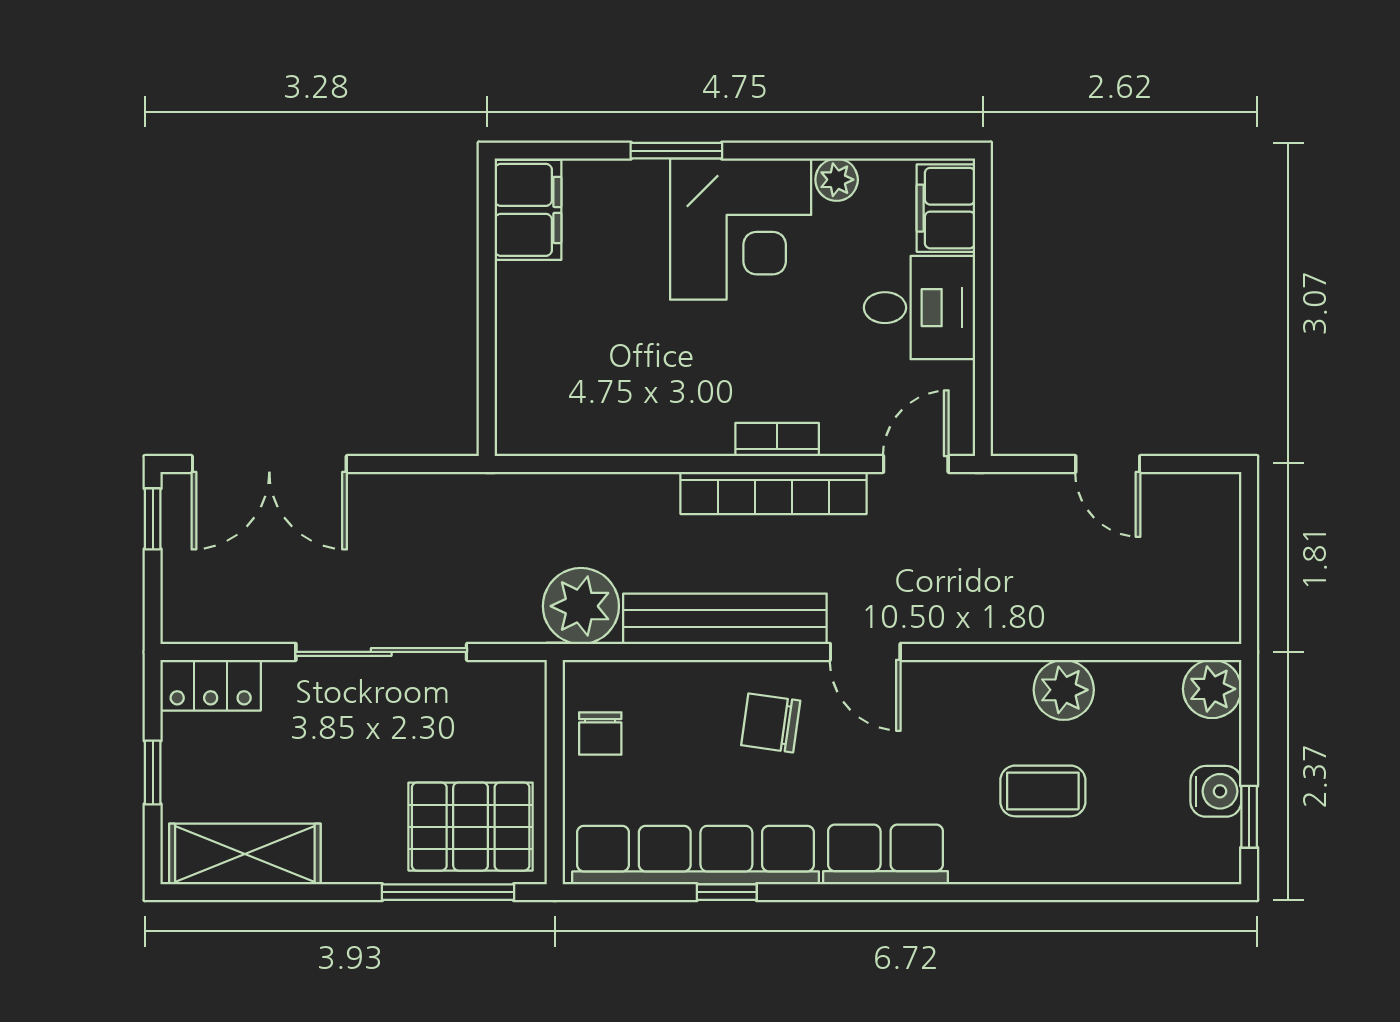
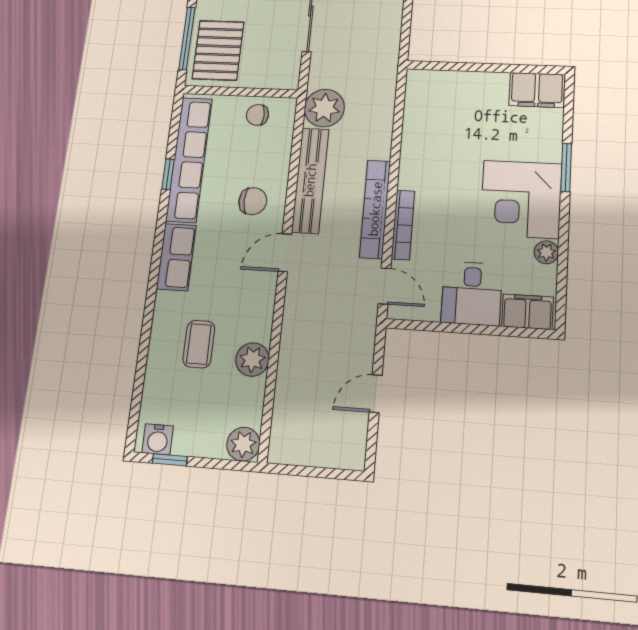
bookcase: (777, 439) -> (403, 225), width x1.56
chair: (771, 723) -> (253, 201), turned 82
water cooler: (1216, 791) -> (158, 439), moved

